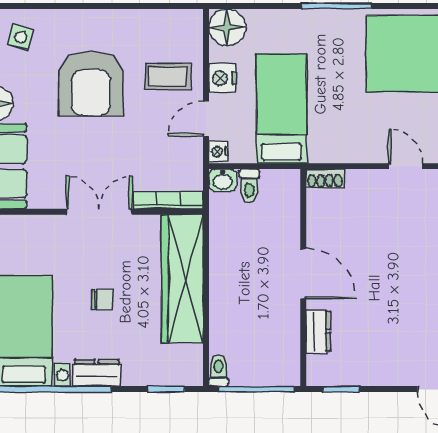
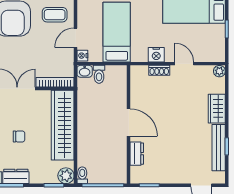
nightstand: (222, 78) -> (156, 55), moved, turned -90
shoe rack: (325, 178) -> (159, 70), moved
plant: (188, 372) -> (66, 176), added

